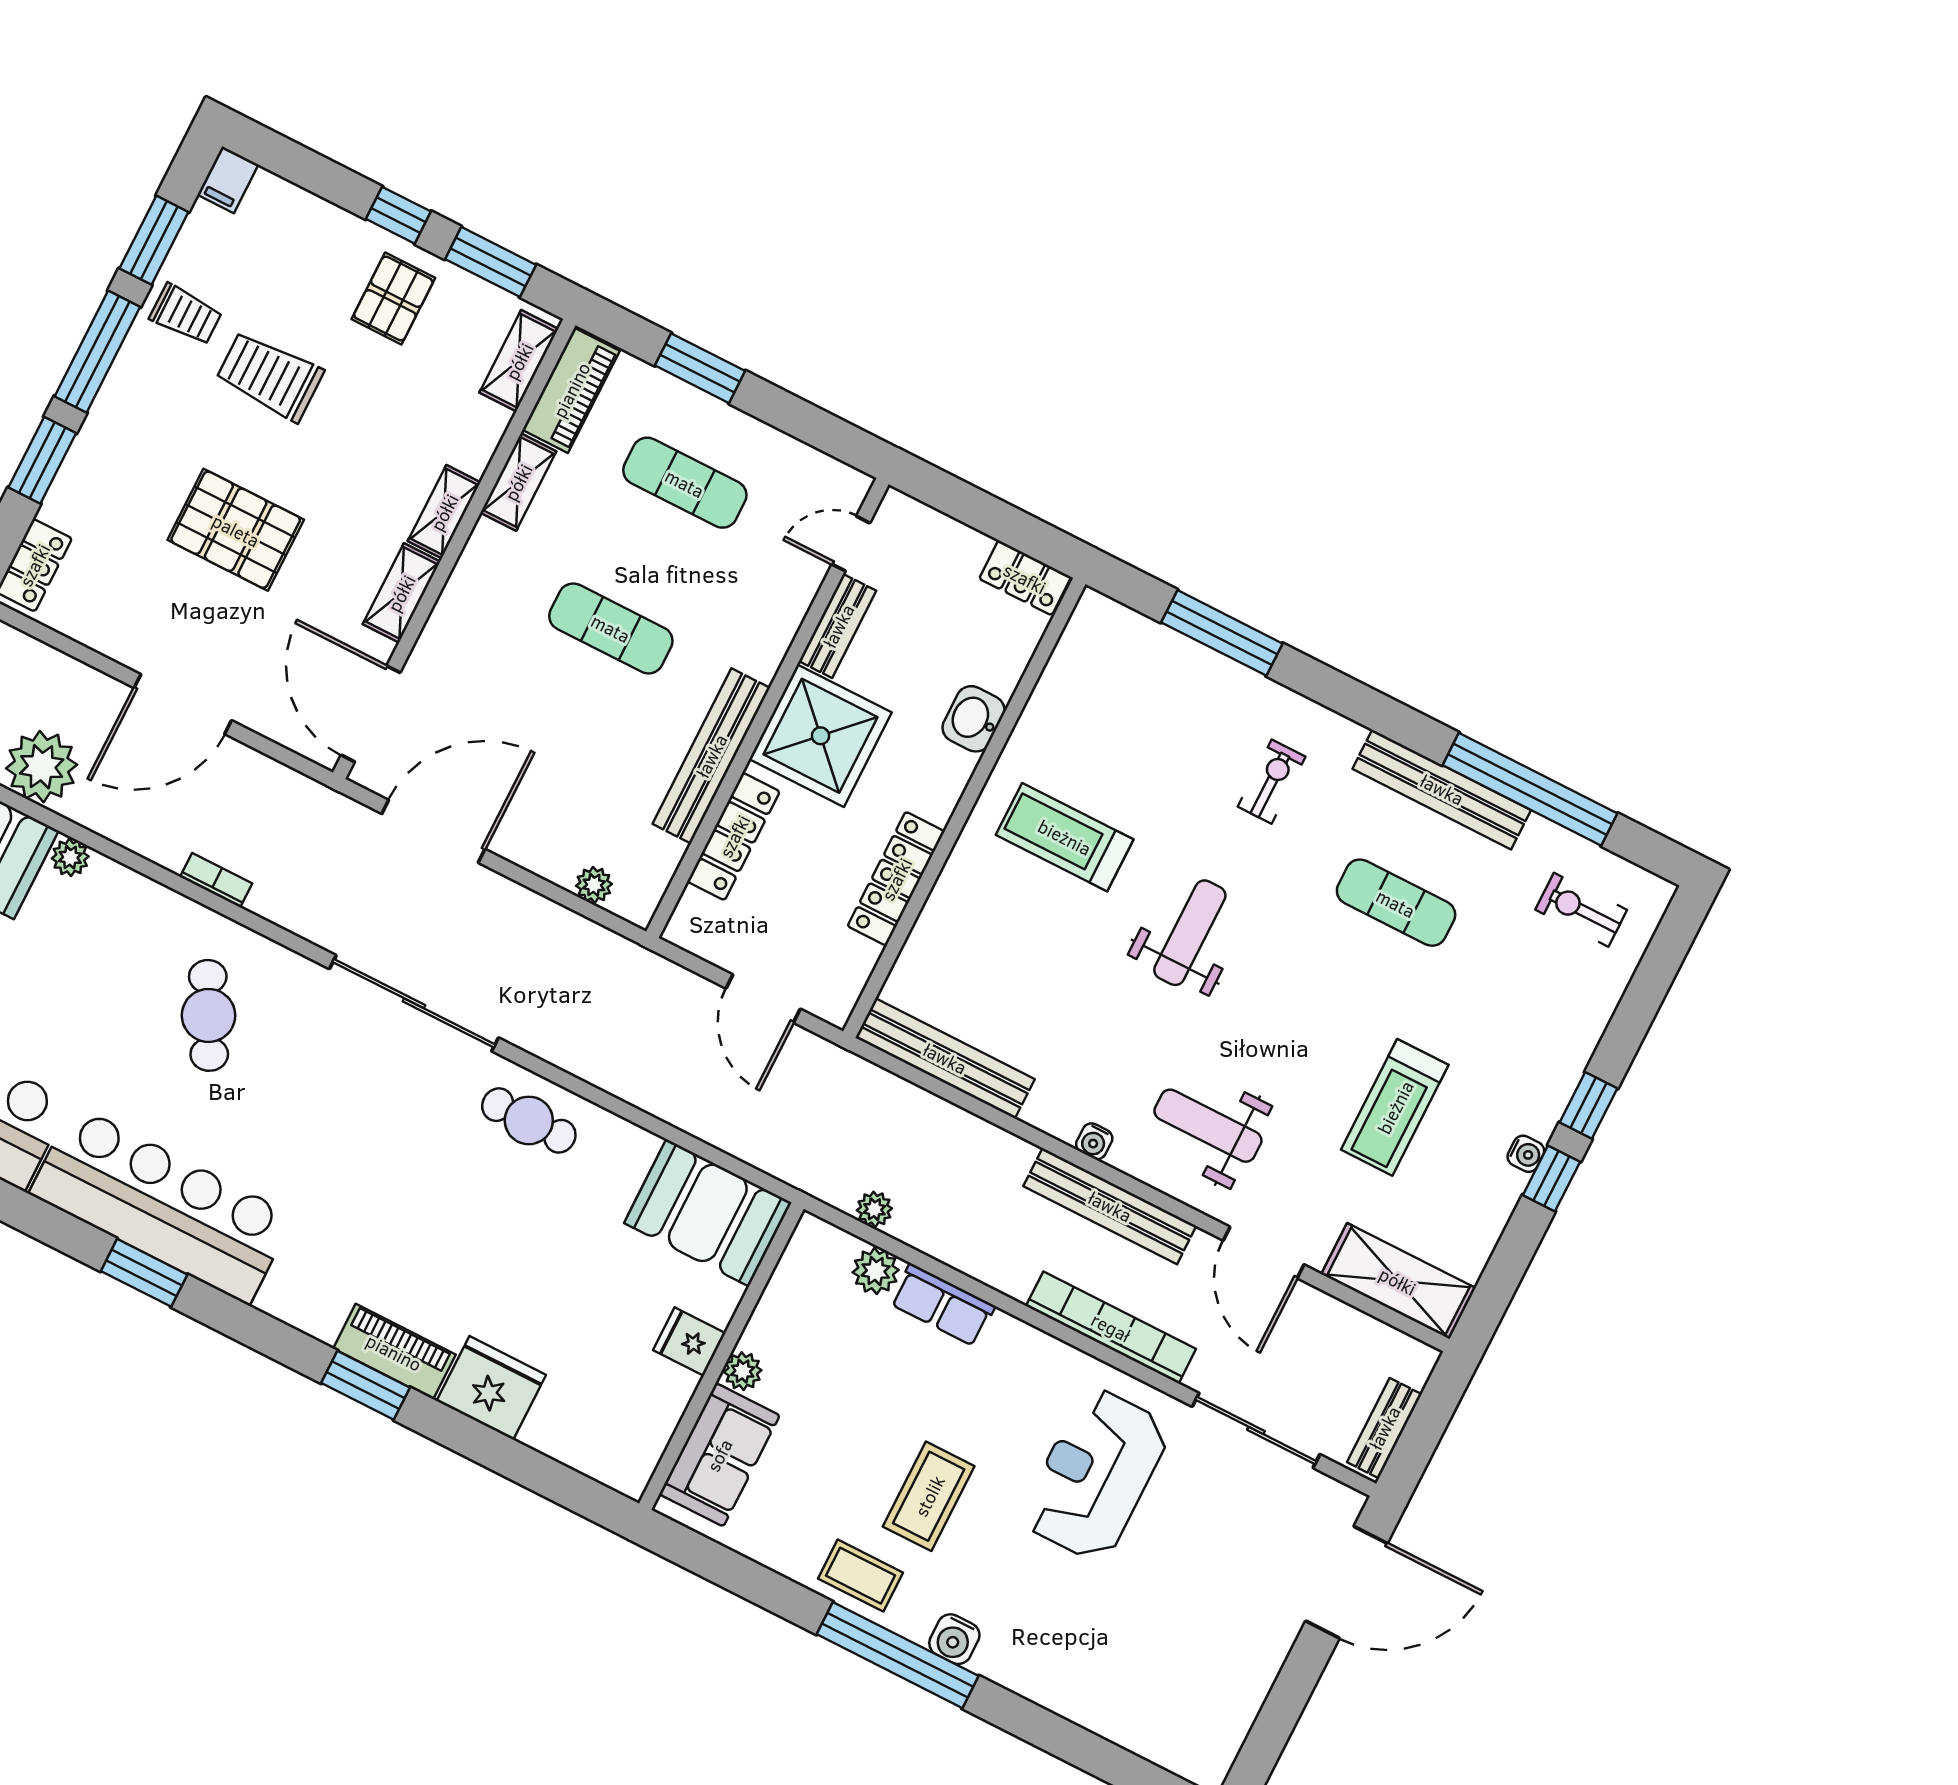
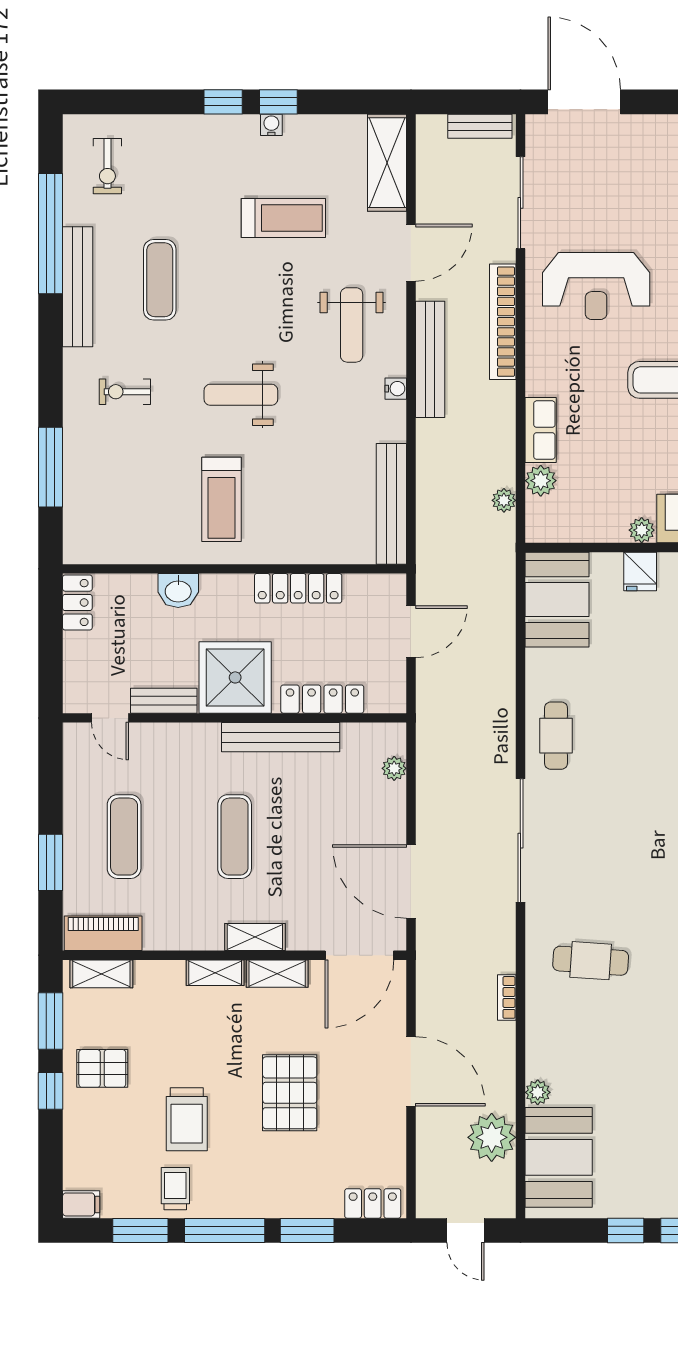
shelving: (518, 482) -> (255, 937), moved
cafe table: (208, 1015) -> (591, 961), turned 32

